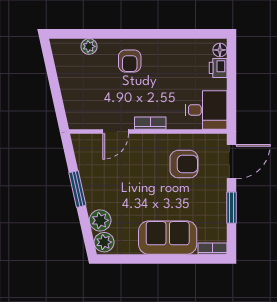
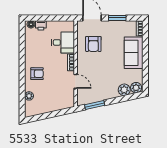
desk: (206, 110) -> (63, 42), moved, turned 90
armchair: (184, 164) -> (93, 44), turned 180
window: (77, 189) -> (95, 105), moved

